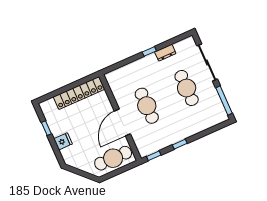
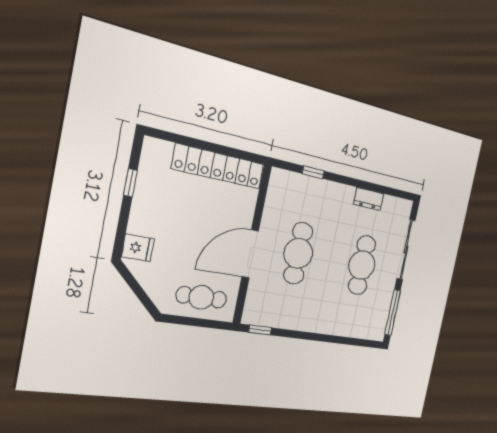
window: (149, 51) -> (313, 172), moved
fridge: (63, 141) -> (138, 248), moved
window: (180, 144) -> (304, 335), removed
cafe table: (113, 158) -> (201, 297), width x0.73, depth x0.74

